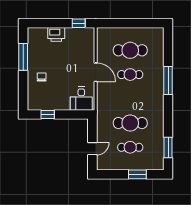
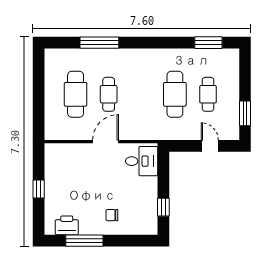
window: (79, 23) -> (39, 189), moved
printer: (56, 34) -> (67, 225), moved, turned -90
window: (168, 80) -> (99, 43), moved
window: (137, 174) -> (245, 113), moved

